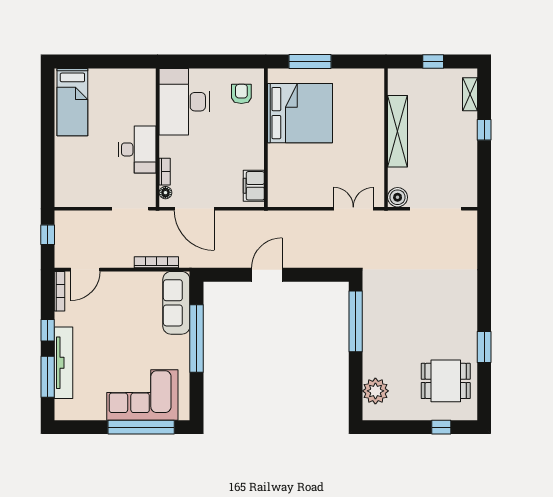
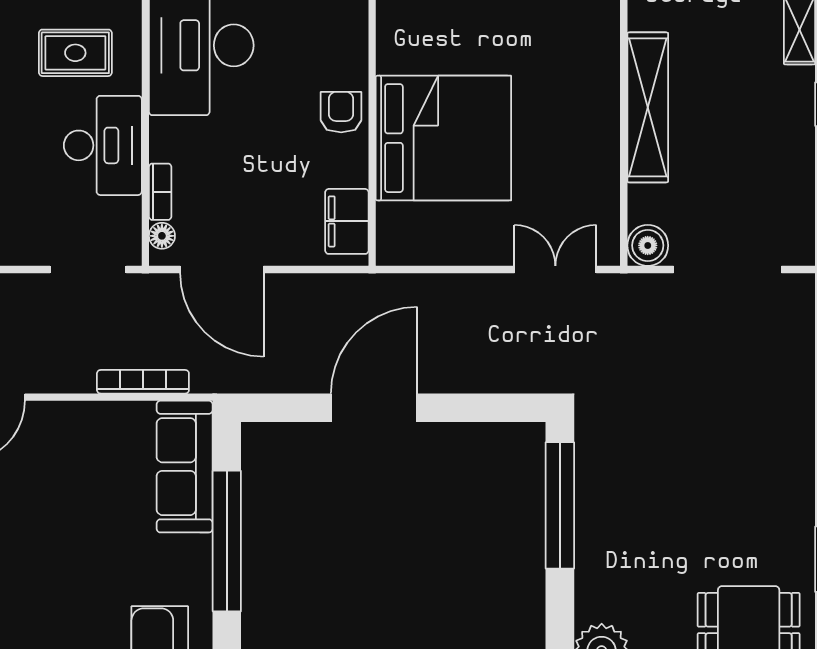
armchair: (241, 94) -> (341, 112), moved
rug: (124, 105) -> (75, 53), added
bed: (300, 113) -> (443, 138), moved
door: (267, 275) -> (374, 408), width x1.36

